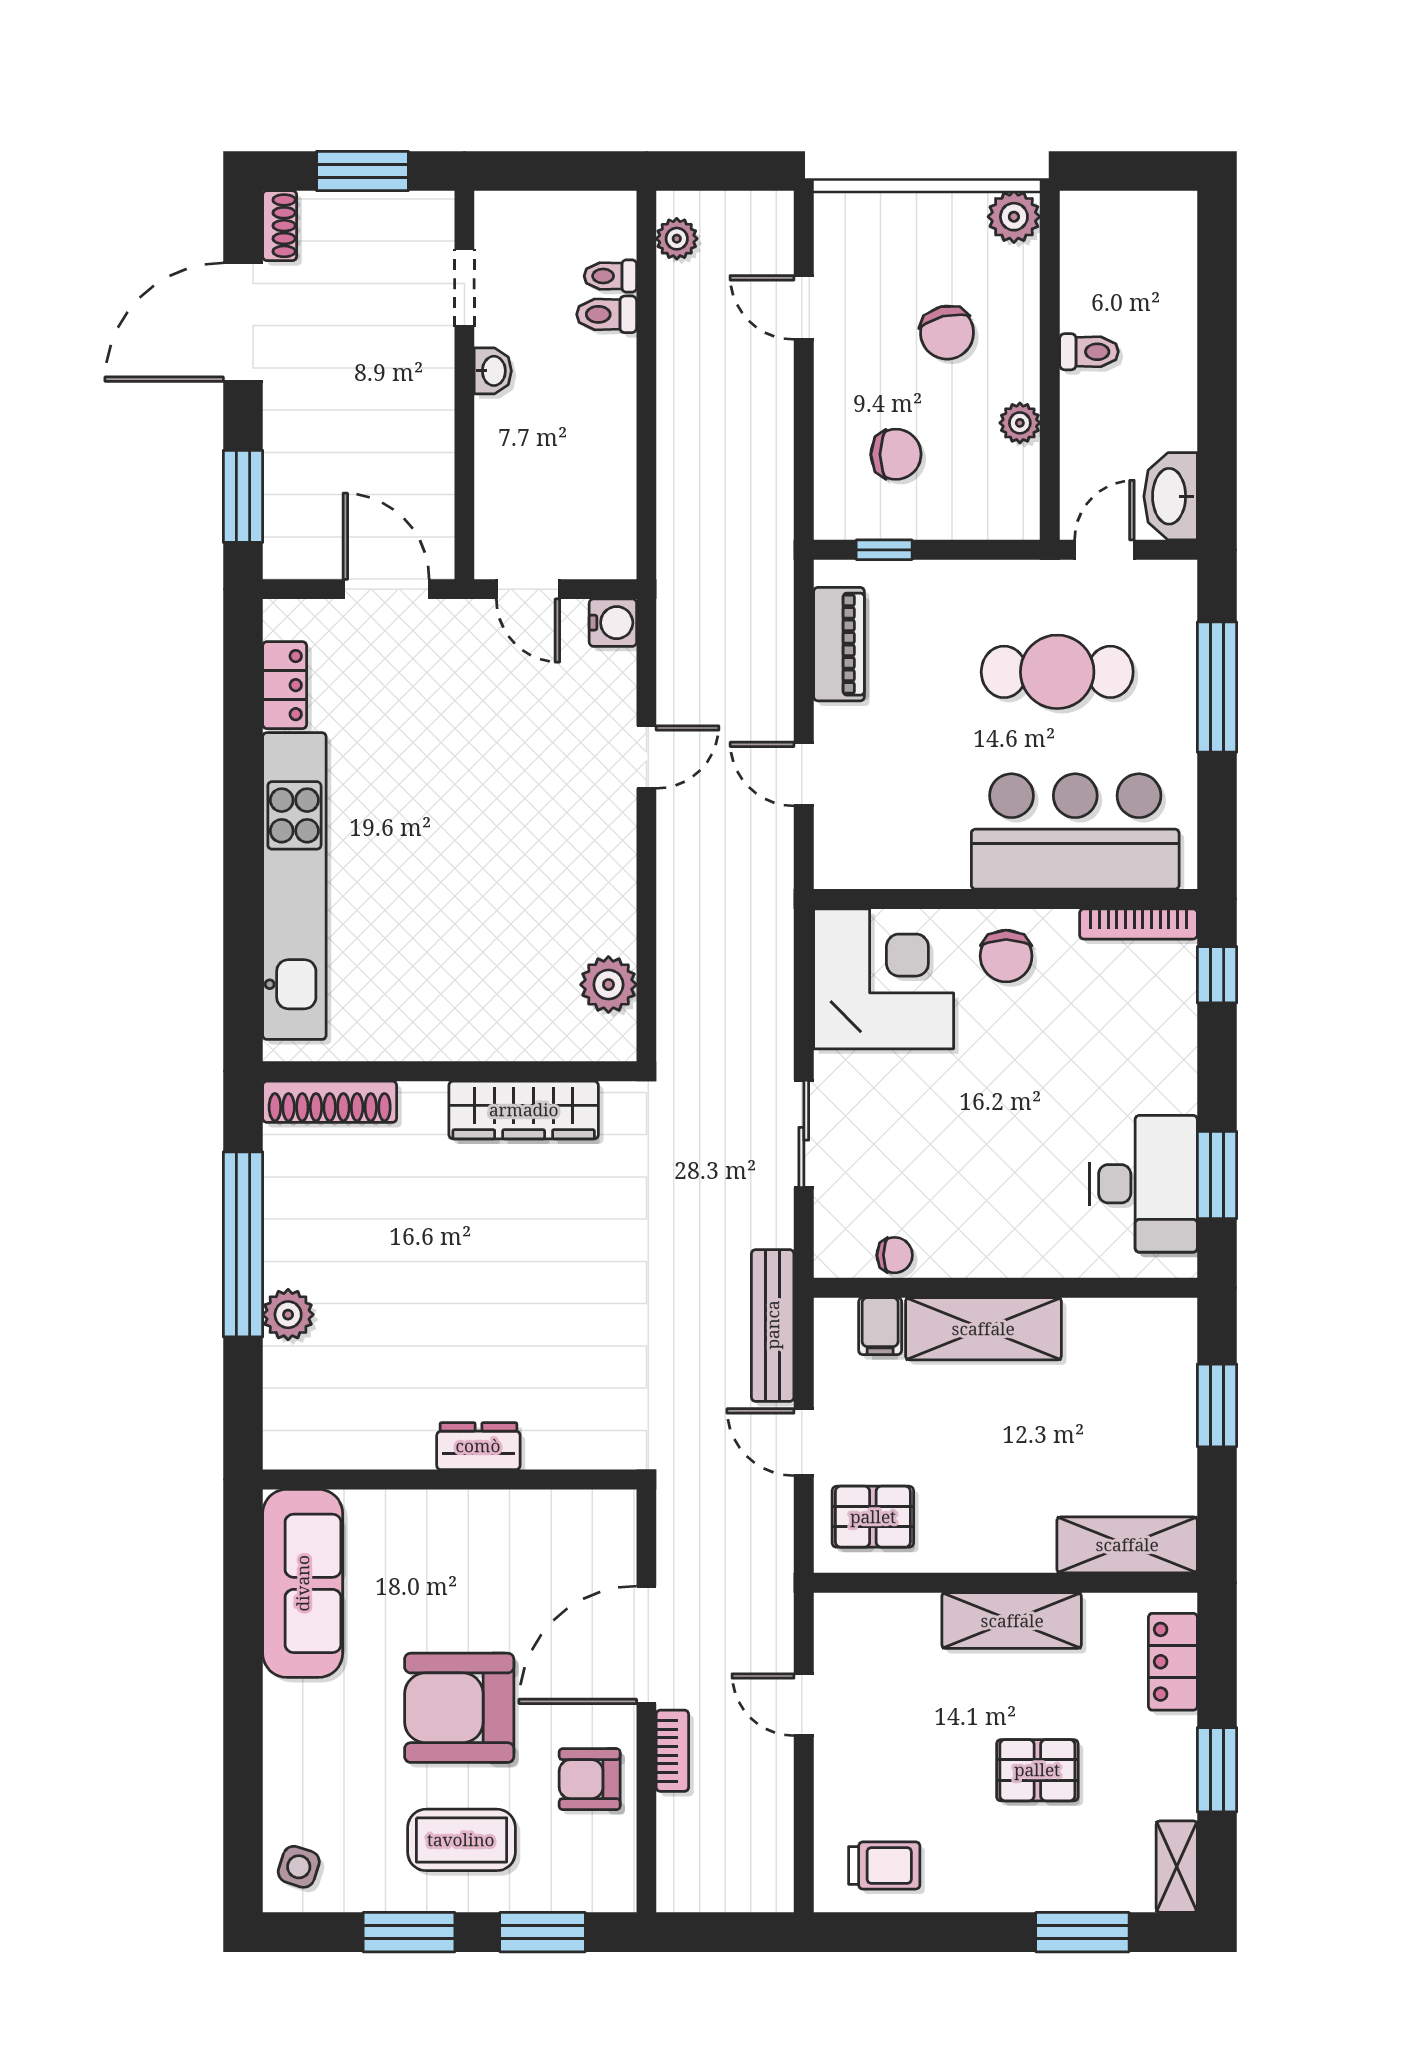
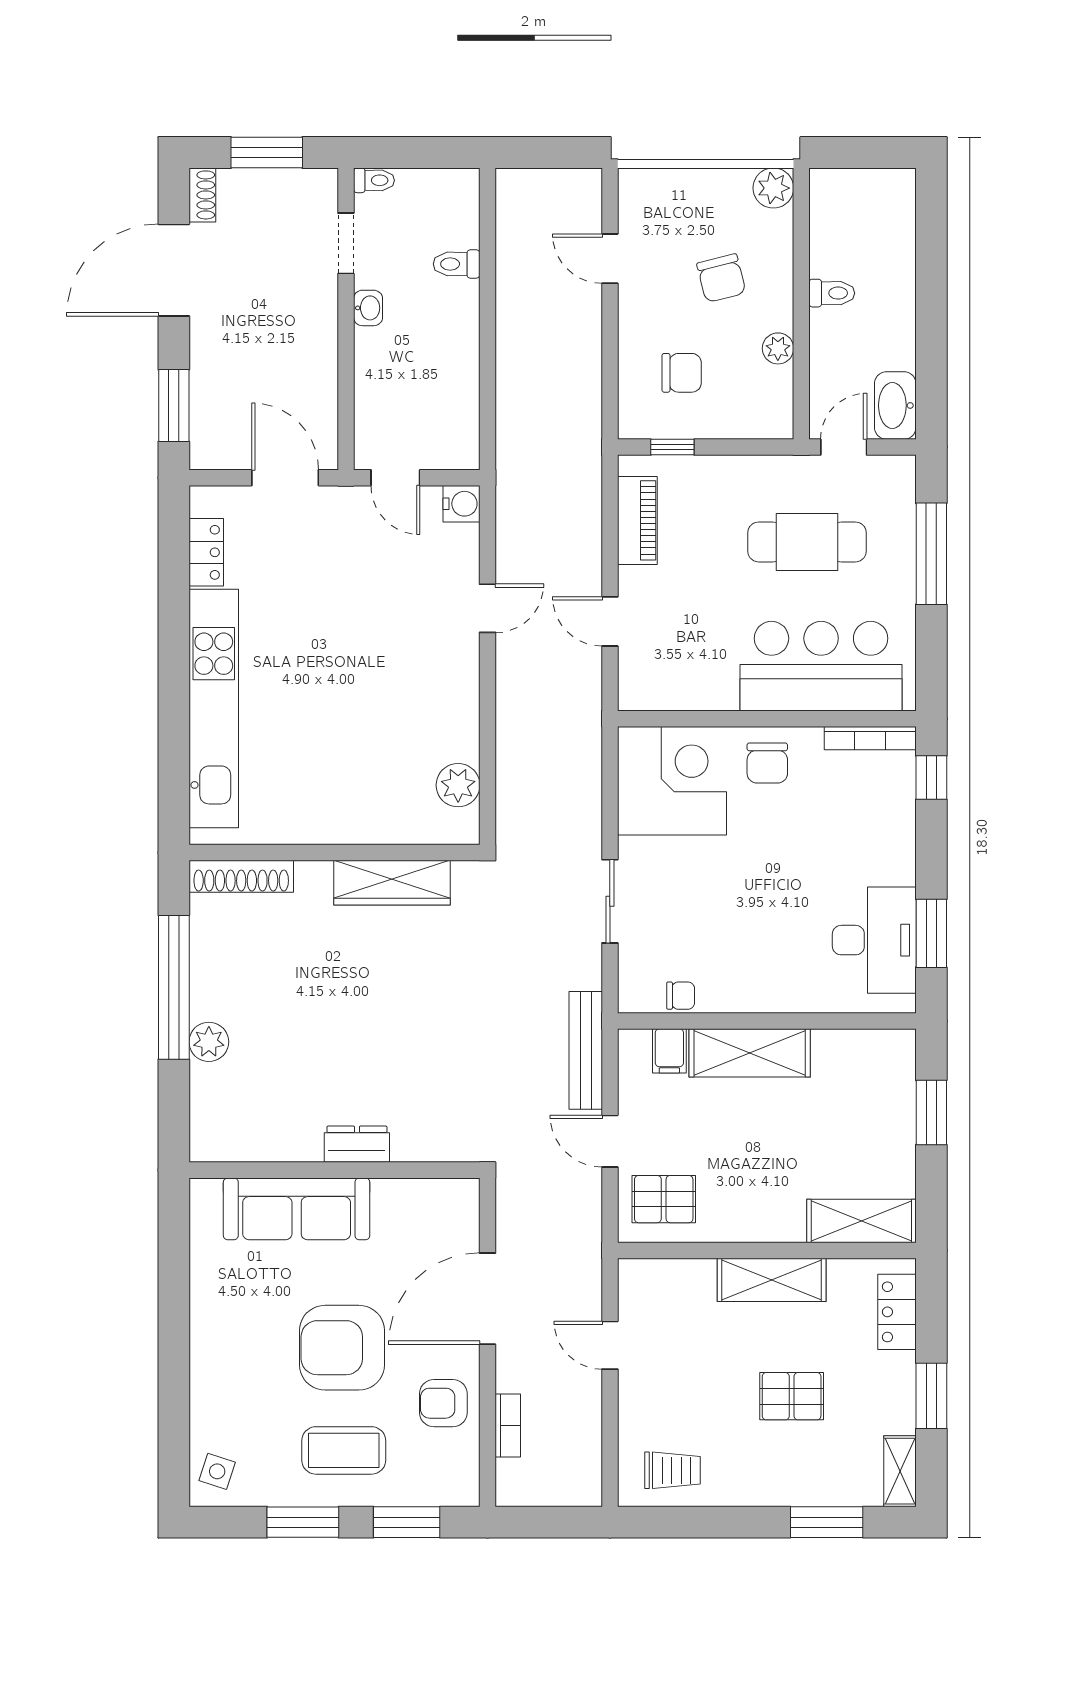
plant: (677, 239) -> (511, 205), removed
toilet: (610, 276) -> (374, 180), moved, turned 180
sofa: (303, 1583) -> (297, 1209), moved, turned 90
bookcase: (672, 1751) -> (508, 1426), moved

